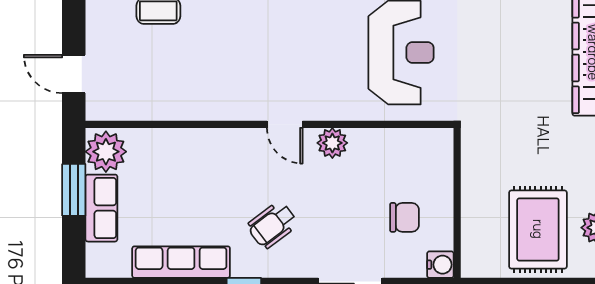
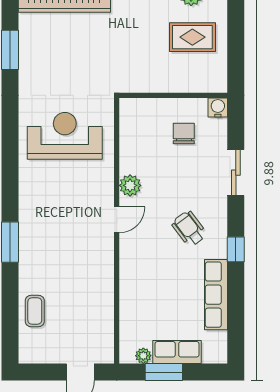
plant: (106, 152) -> (143, 356), width x0.53, depth x0.53
wheelchair: (272, 225) -> (189, 229), turned 180
rug: (538, 229) -> (192, 37), width x0.73, depth x0.70

